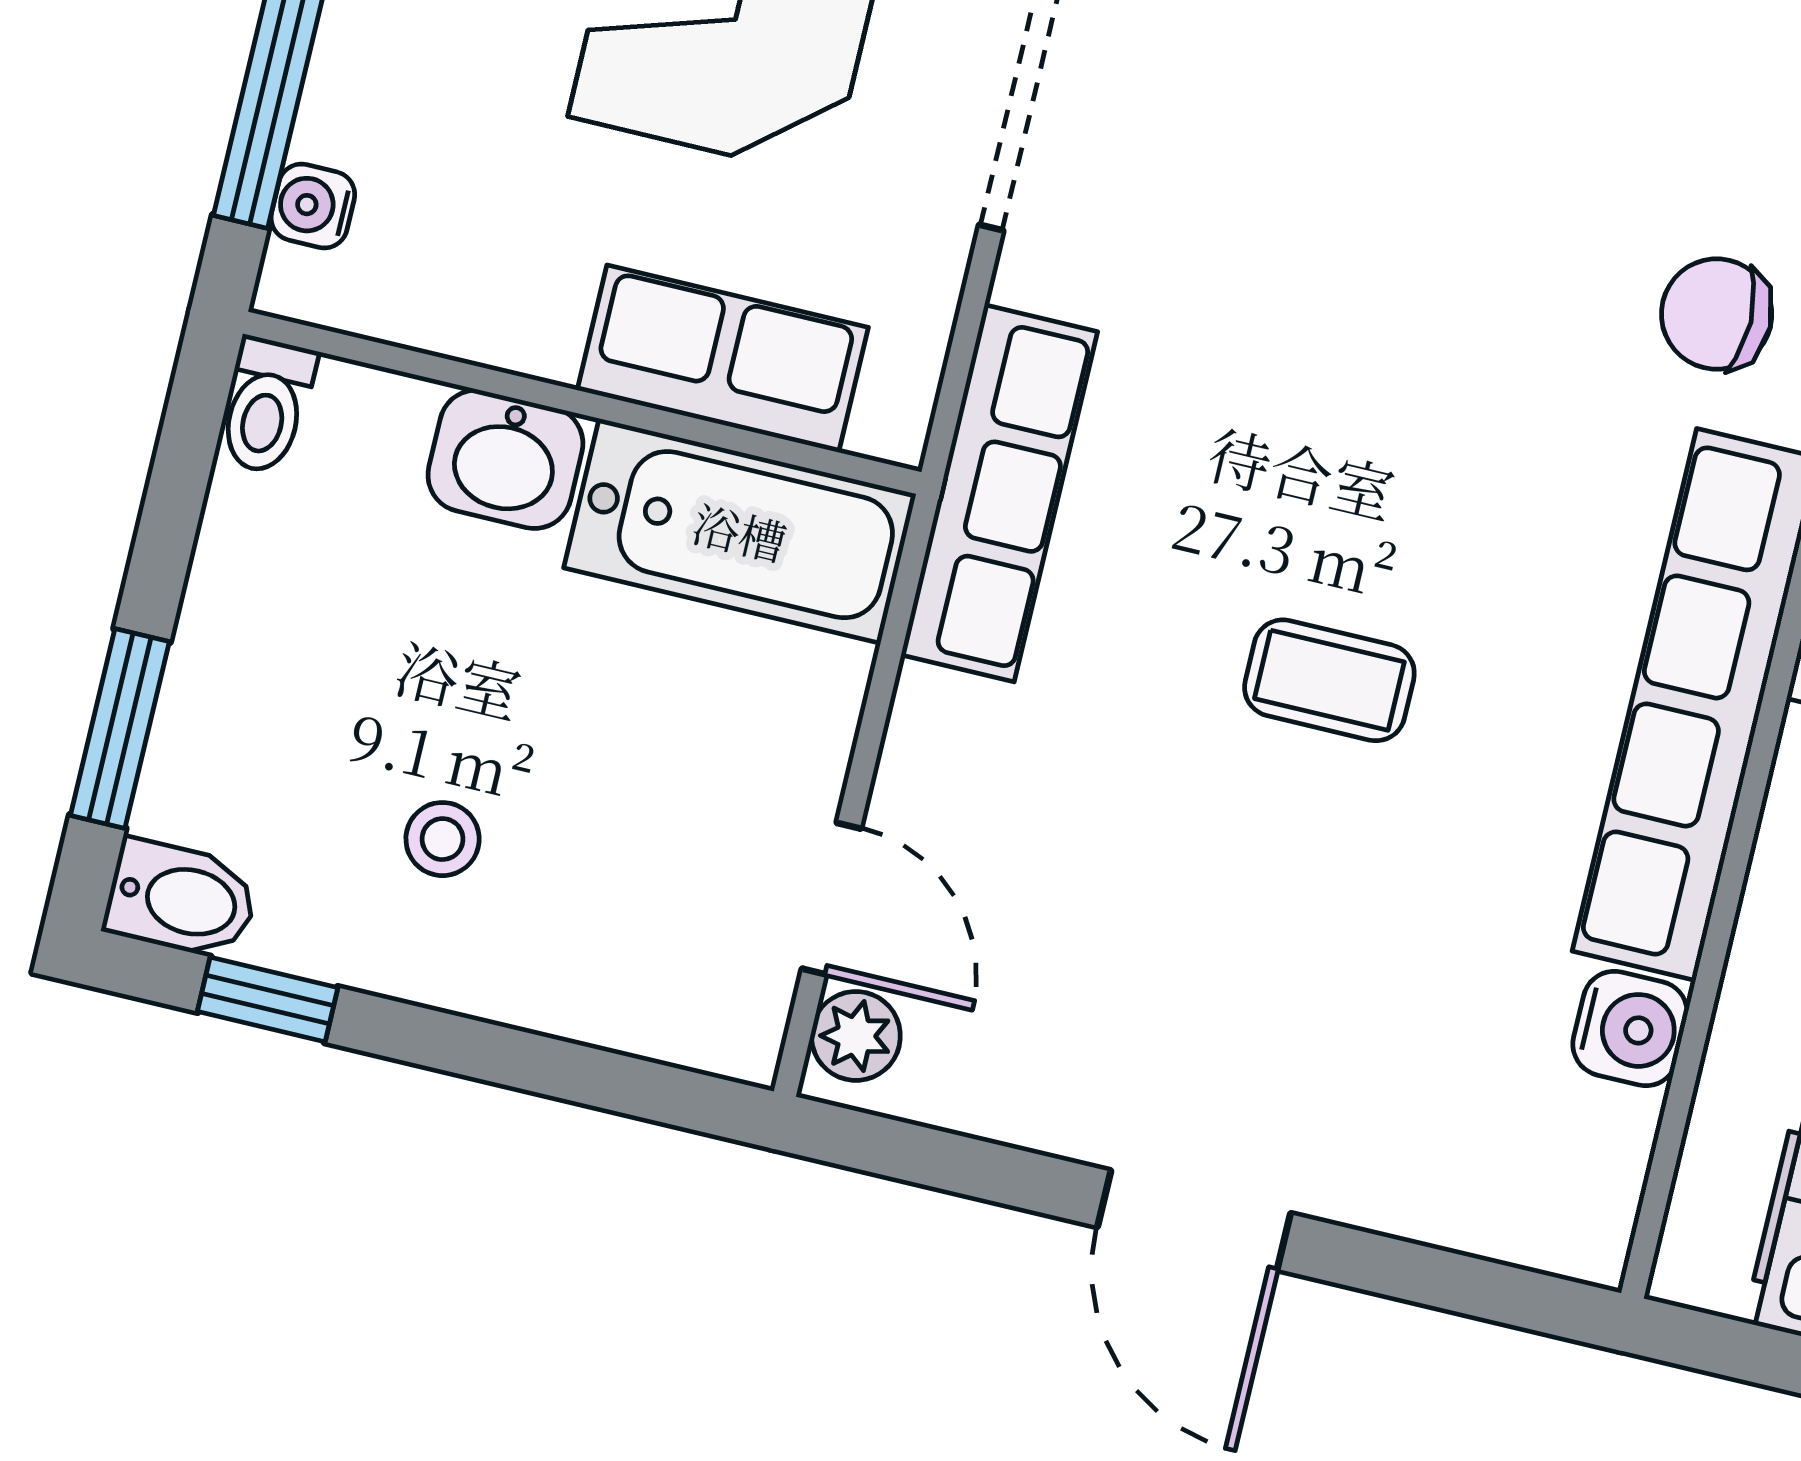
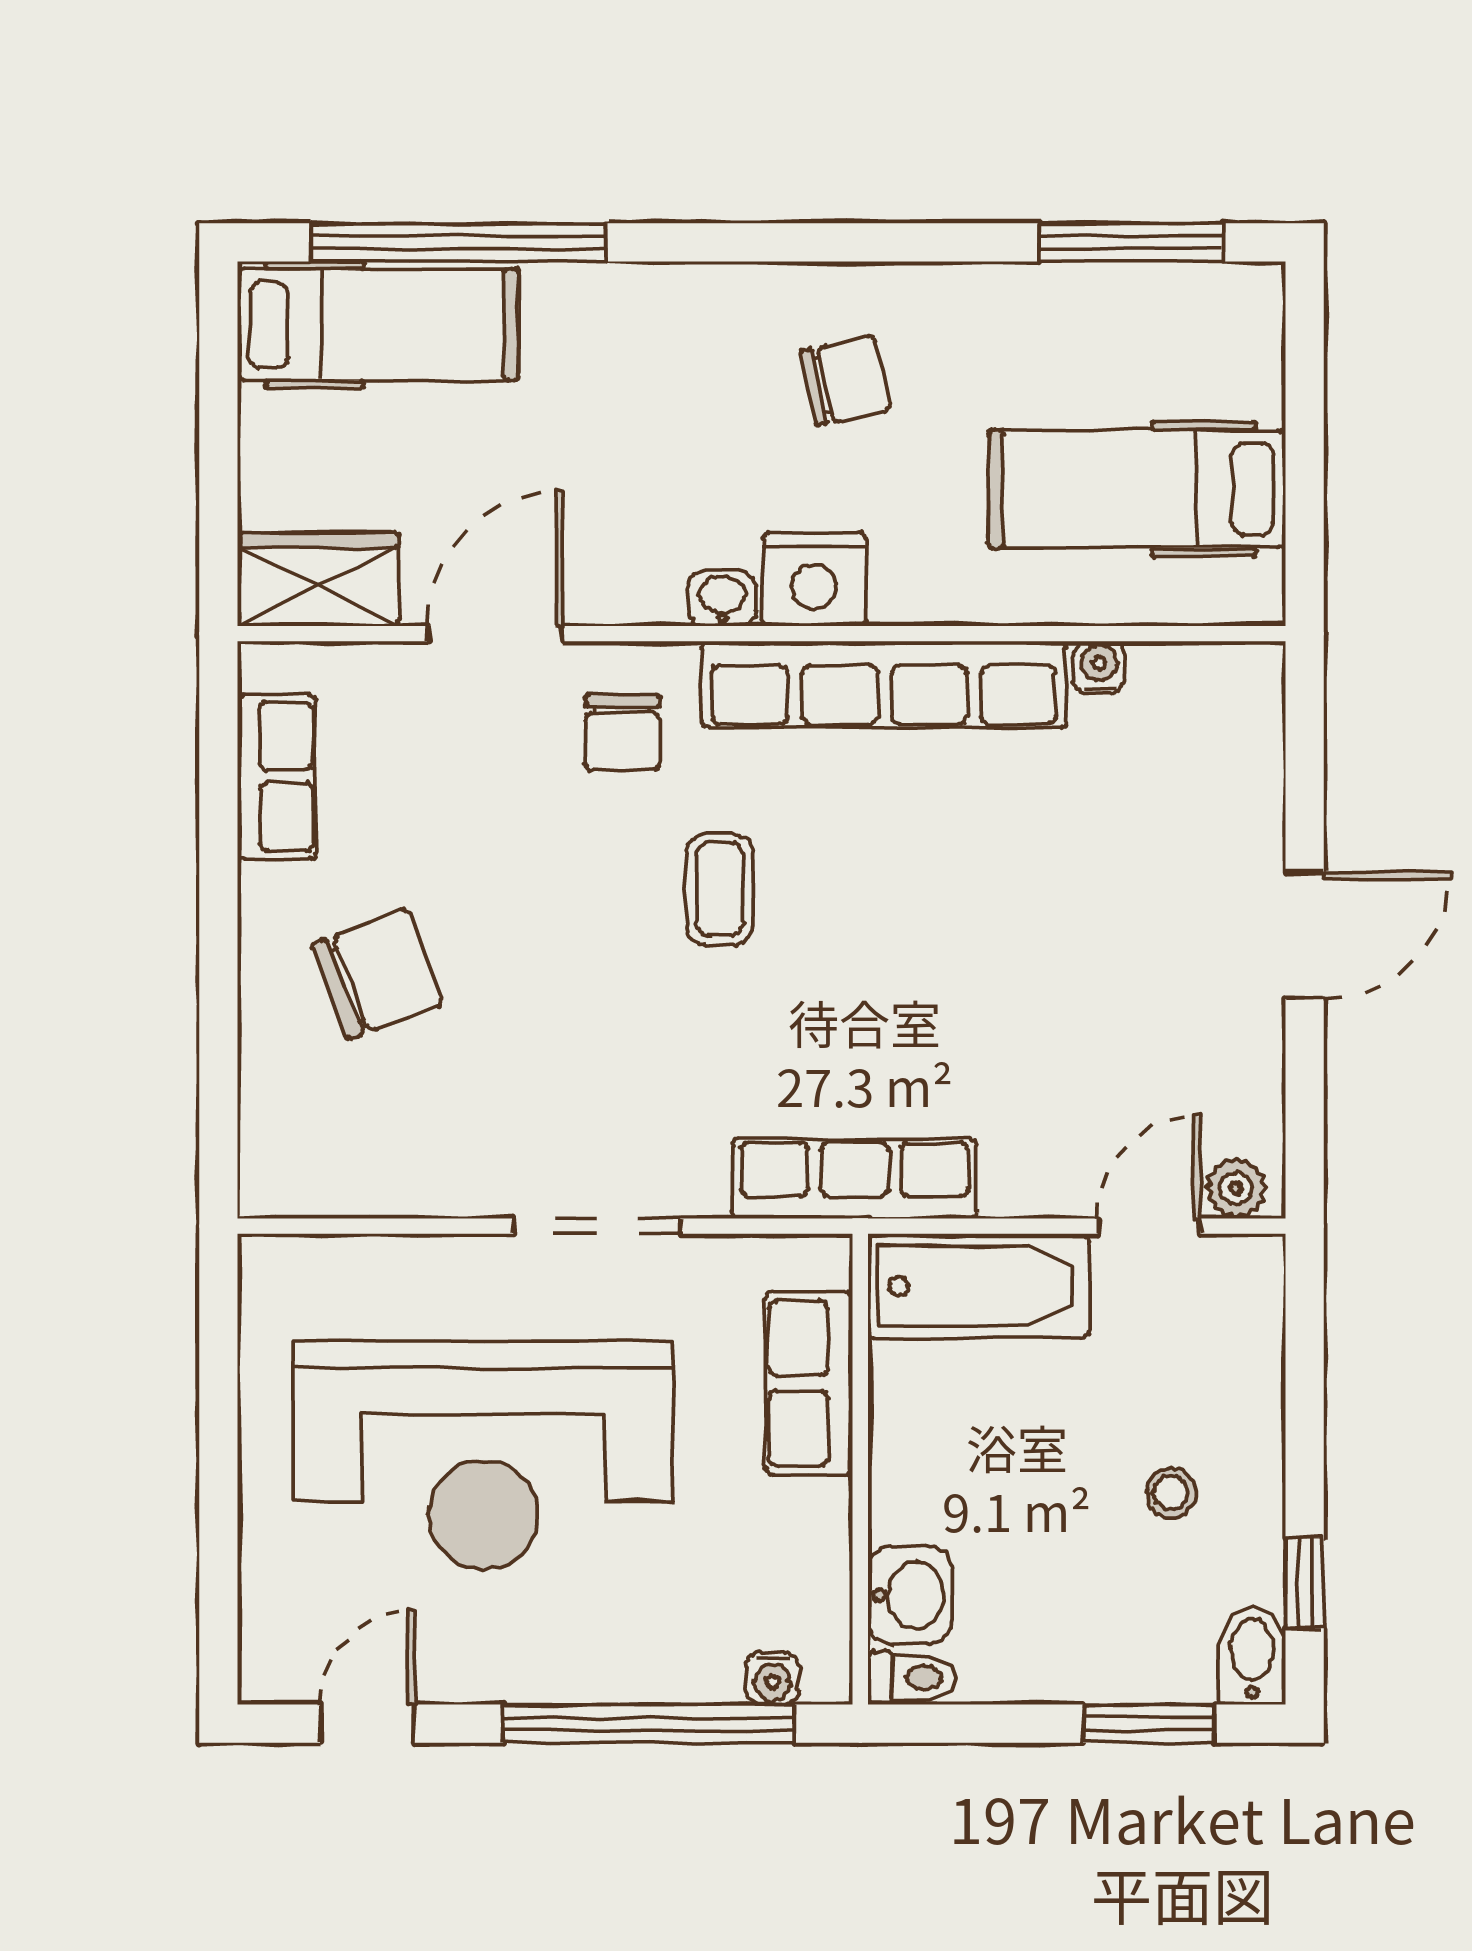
washbasin: (505, 459) -> (910, 1595), moved
bathtub: (740, 531) -> (979, 1286), moved, turned 90
coffee table: (1329, 680) -> (720, 889), moved
water cooler: (1630, 1028) -> (1099, 667), width x0.72, depth x0.72

